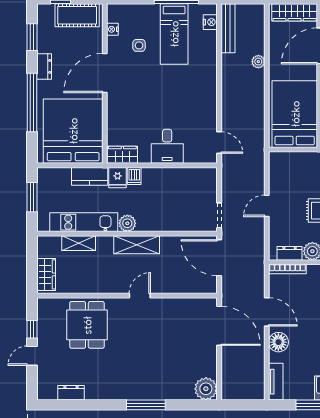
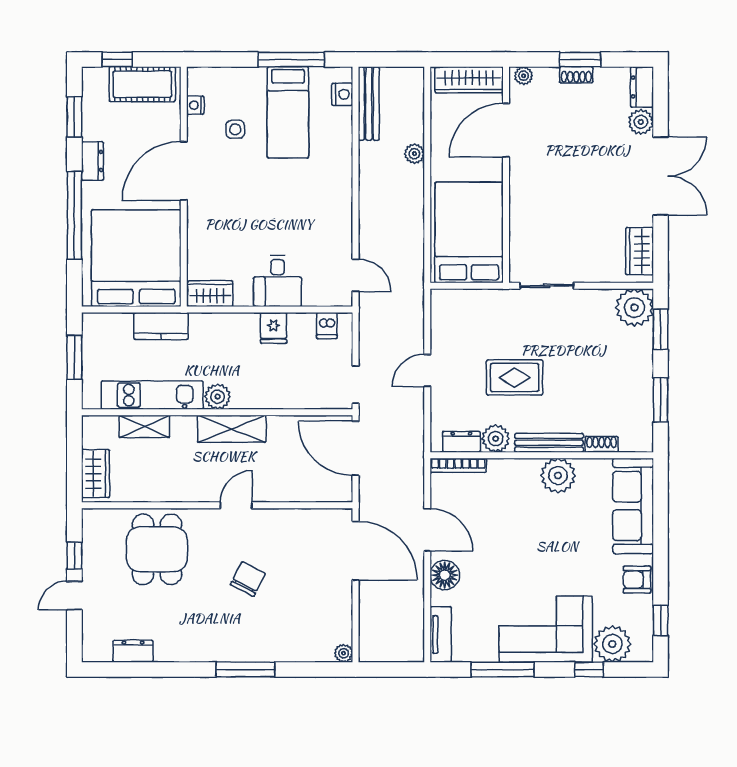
dishwasher: (134, 176) -> (327, 326), moved
fridge: (118, 178) -> (274, 328), moved
chair: (147, 345) -> (248, 579), added
plant: (206, 389) -> (344, 653), width x0.53, depth x0.53

